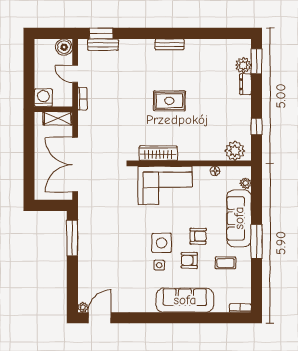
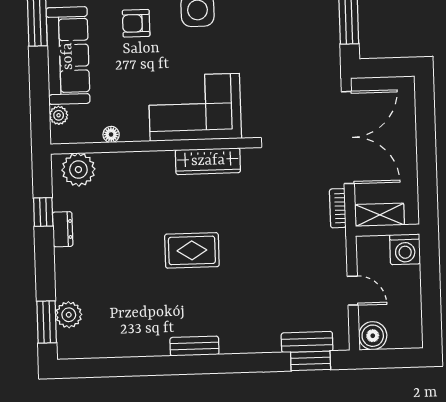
dresser: (245, 84) -> (63, 229), moved
bookcase: (82, 99) -> (338, 208), moved

